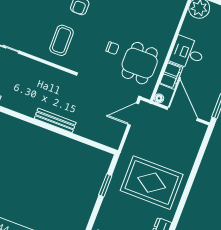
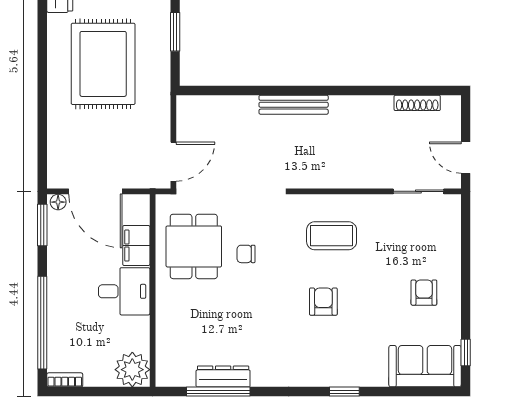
coffee table: (62, 40) -> (332, 236), turned 90
floor lamp: (159, 98) -> (58, 202), moved
rug: (152, 183) -> (103, 64), turned 90

